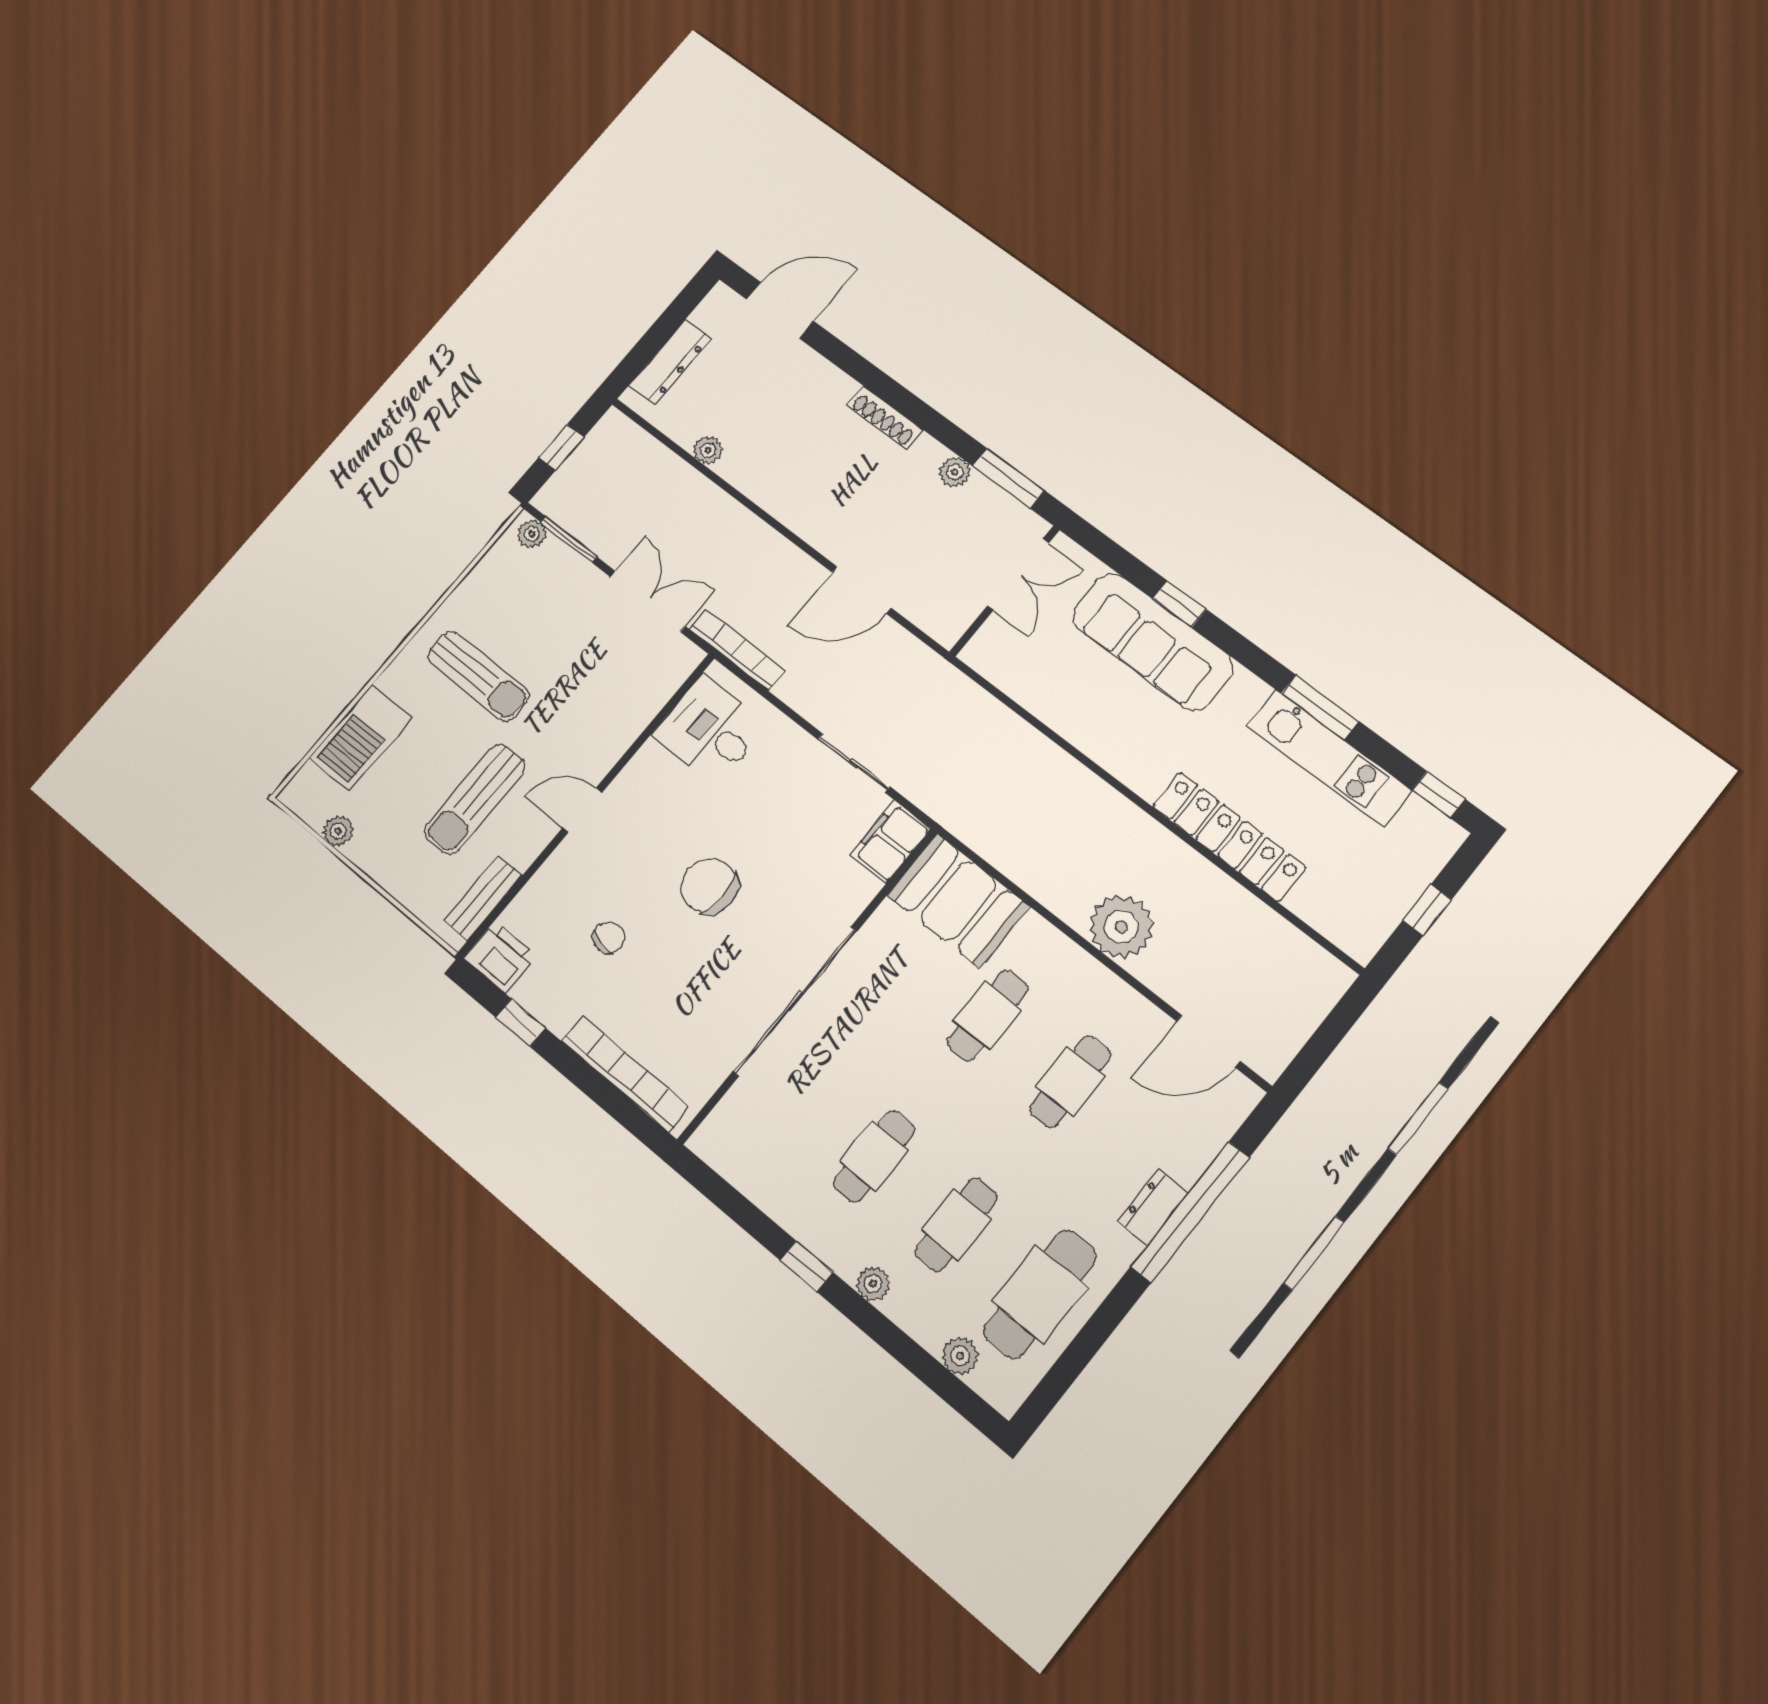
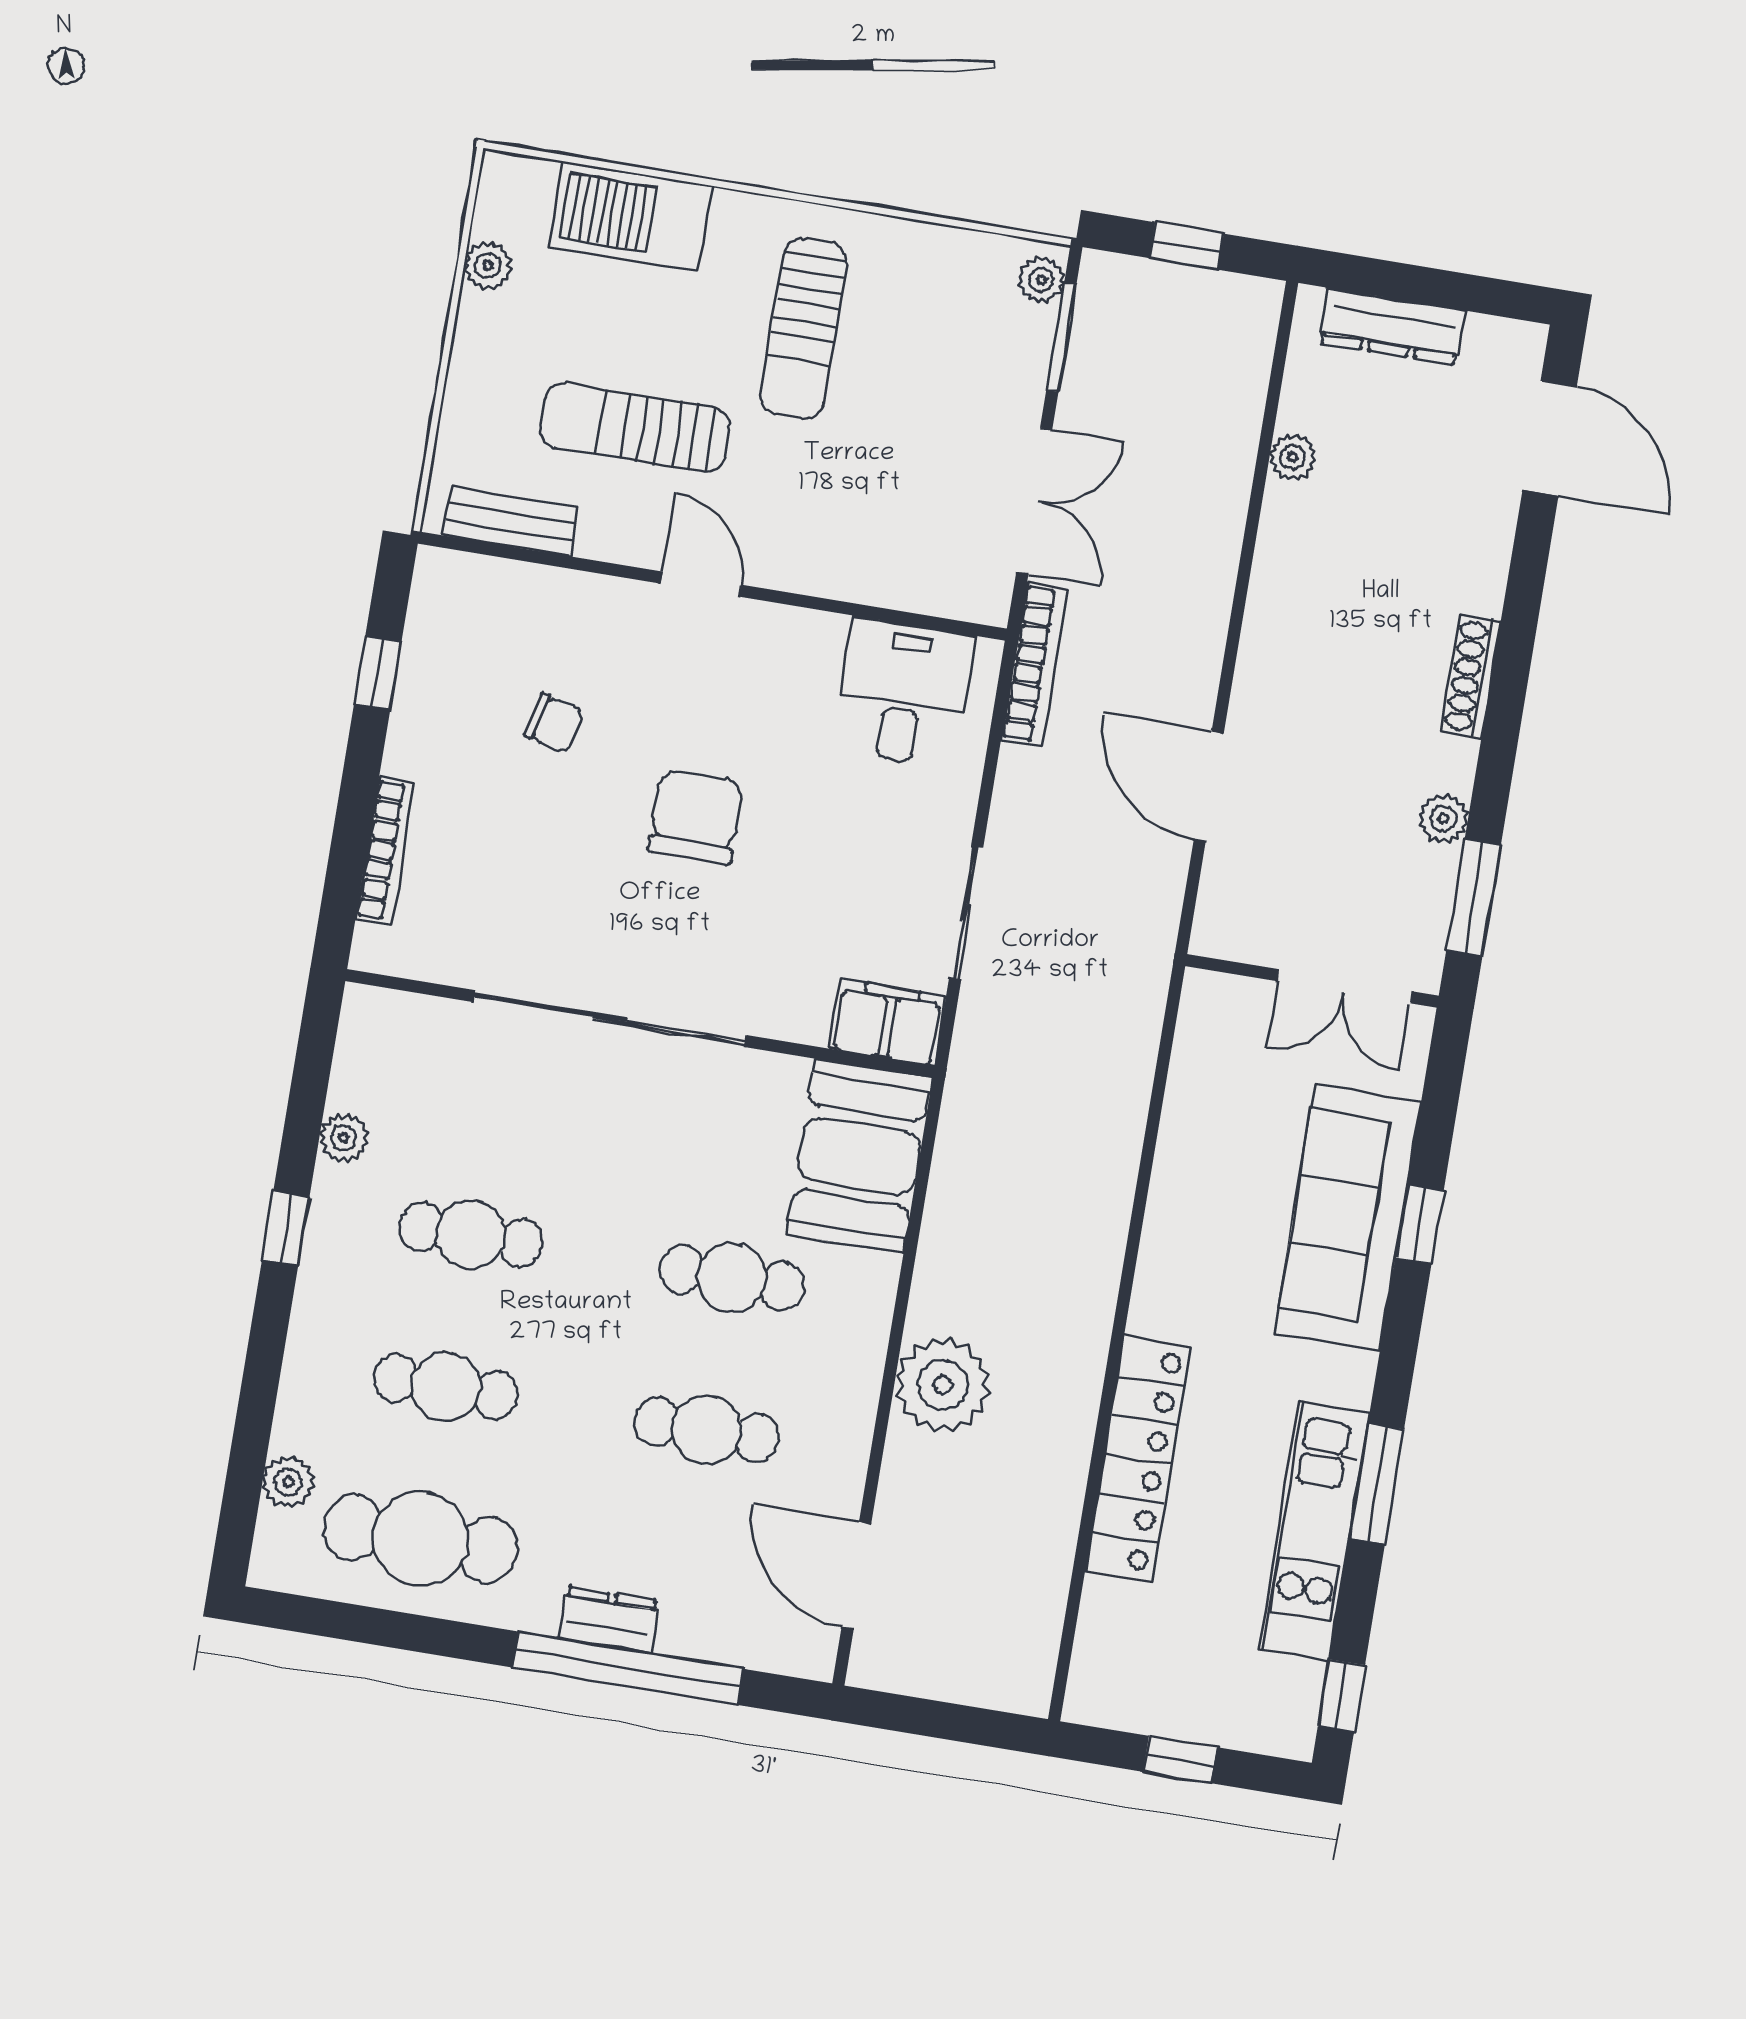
printer: (500, 957) -> (446, 593), removed
bookcase: (625, 1074) -> (386, 851), width x0.68, depth x0.76
plant: (873, 1284) -> (344, 1138), moved

